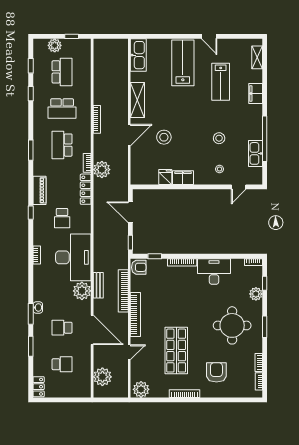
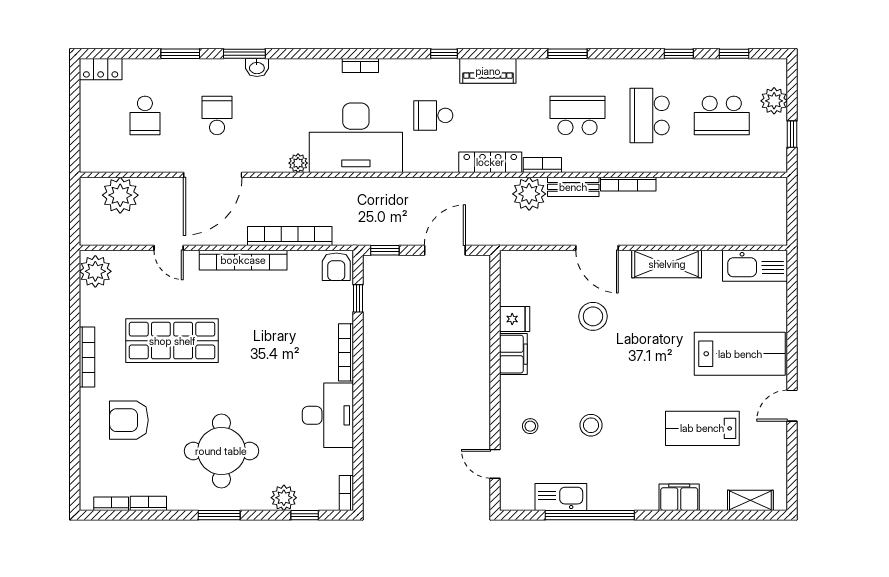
bench: (98, 285) -> (573, 187), moved
plant: (82, 291) -> (298, 163), width x0.53, depth x0.53
armchair: (216, 372) -> (129, 420), turned 180

